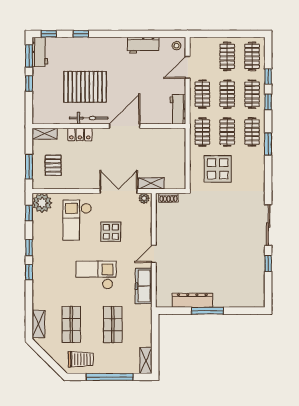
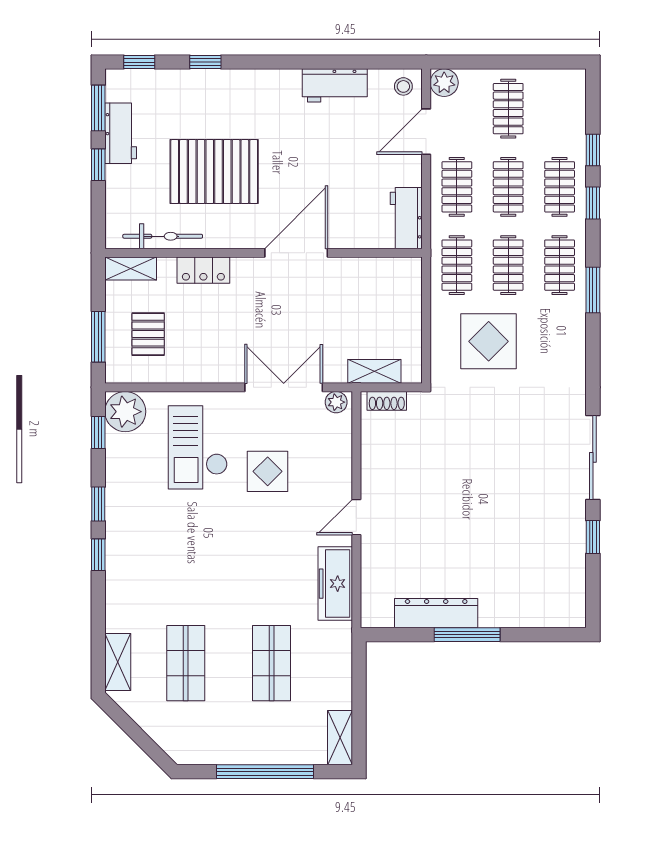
plant: (196, 44) -> (444, 83), added
workbench: (40, 52) -> (121, 133), moved
clothes rail: (252, 56) -> (560, 109), removed
bicycle: (89, 118) -> (163, 236), moved
shelving: (151, 183) -> (374, 371), moved
checkout: (96, 275) -> (237, 561), removed
trolley: (81, 359) -> (205, 735), removed

